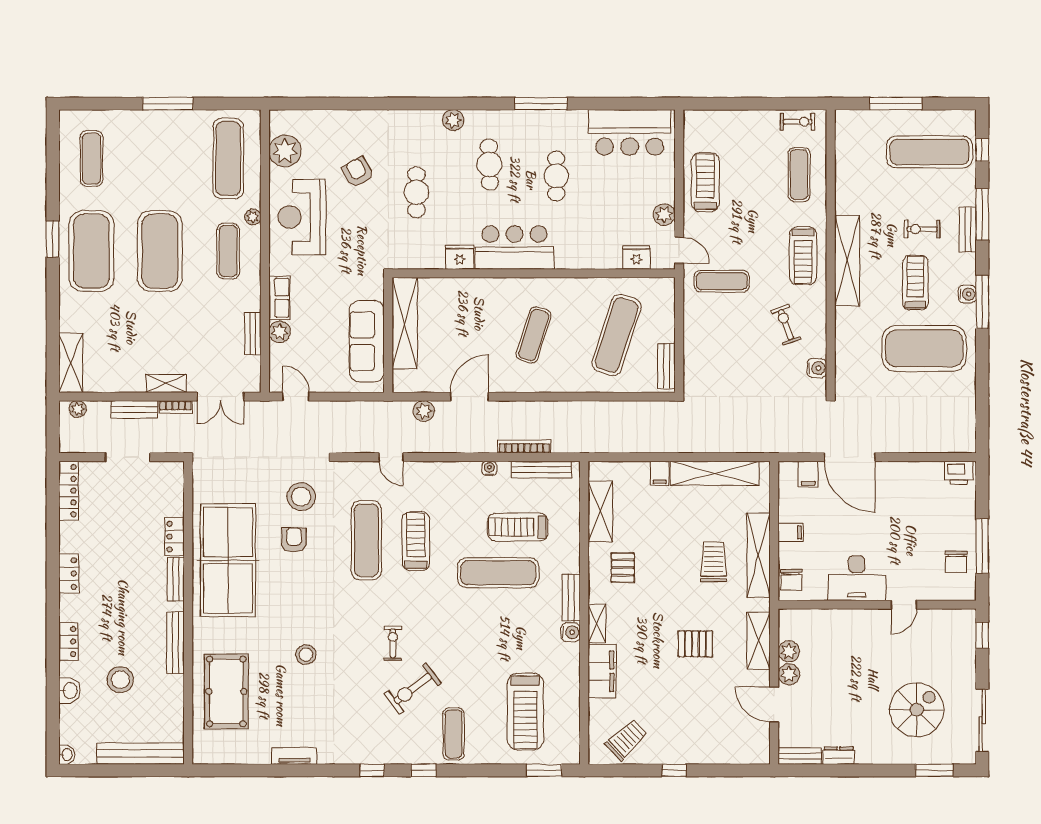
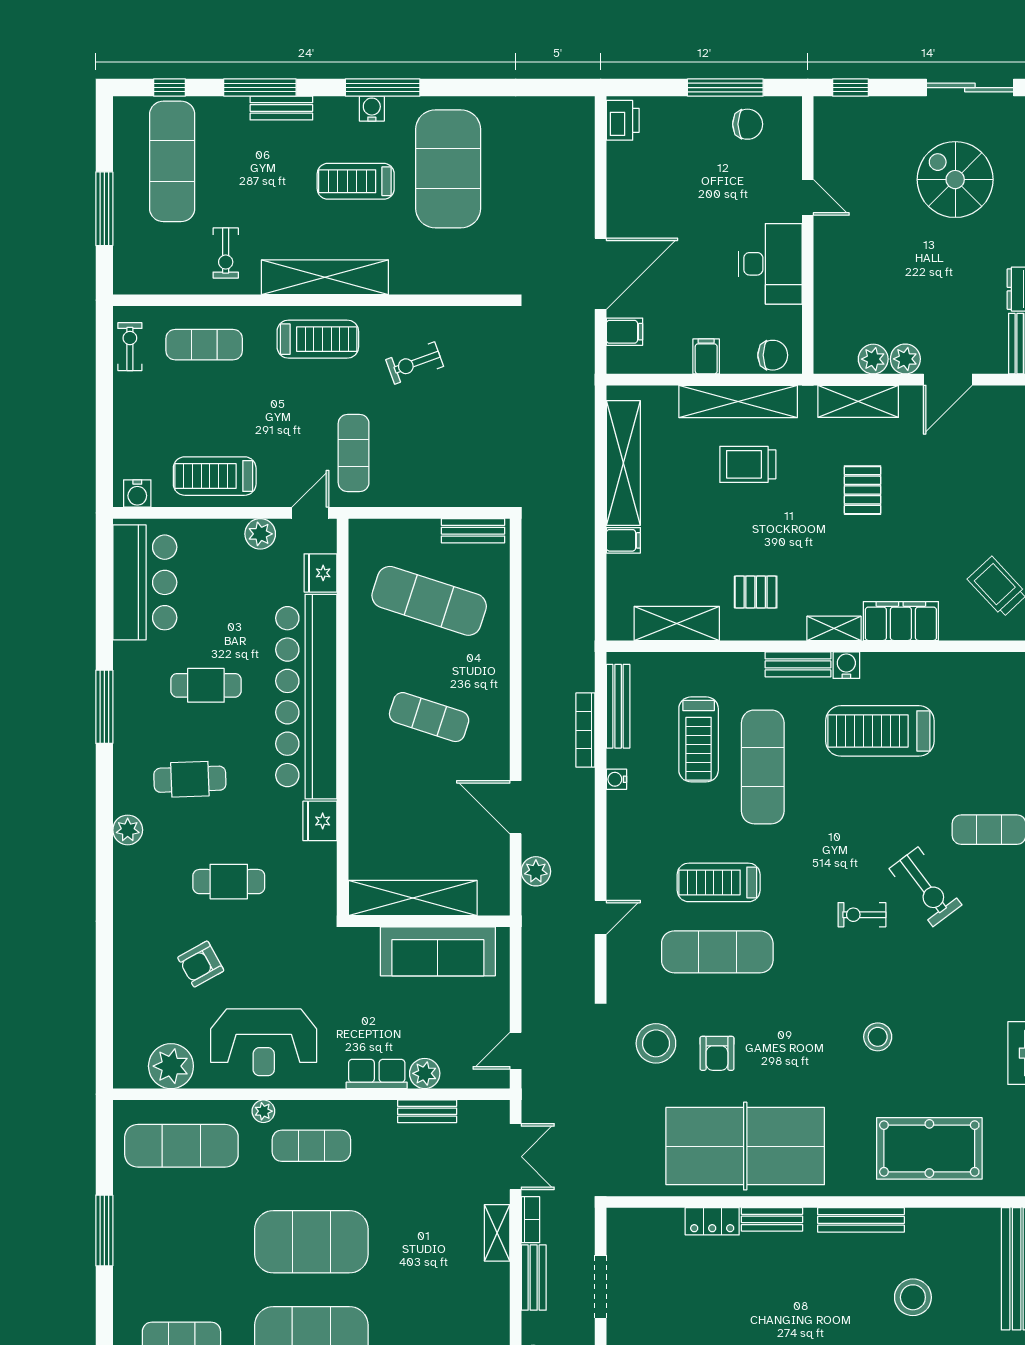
exercise bike: (922, 229) -> (226, 253), moved
bar counter: (515, 247) -> (306, 697), width x1.86
water cooler: (817, 368) -> (137, 494), moved, turned 180
armchair: (294, 540) -> (717, 1053), turned -90
treadmill: (525, 711) -> (880, 731), moved, turned 180

